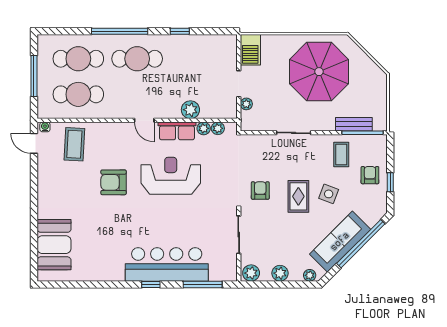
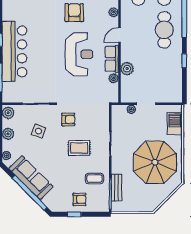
barbecue: (250, 50) -> (175, 124), moved, turned 90
plant: (218, 128) -> (114, 12), moved
side table: (329, 194) -> (39, 131), moved
rug: (298, 196) -> (79, 148), moved

